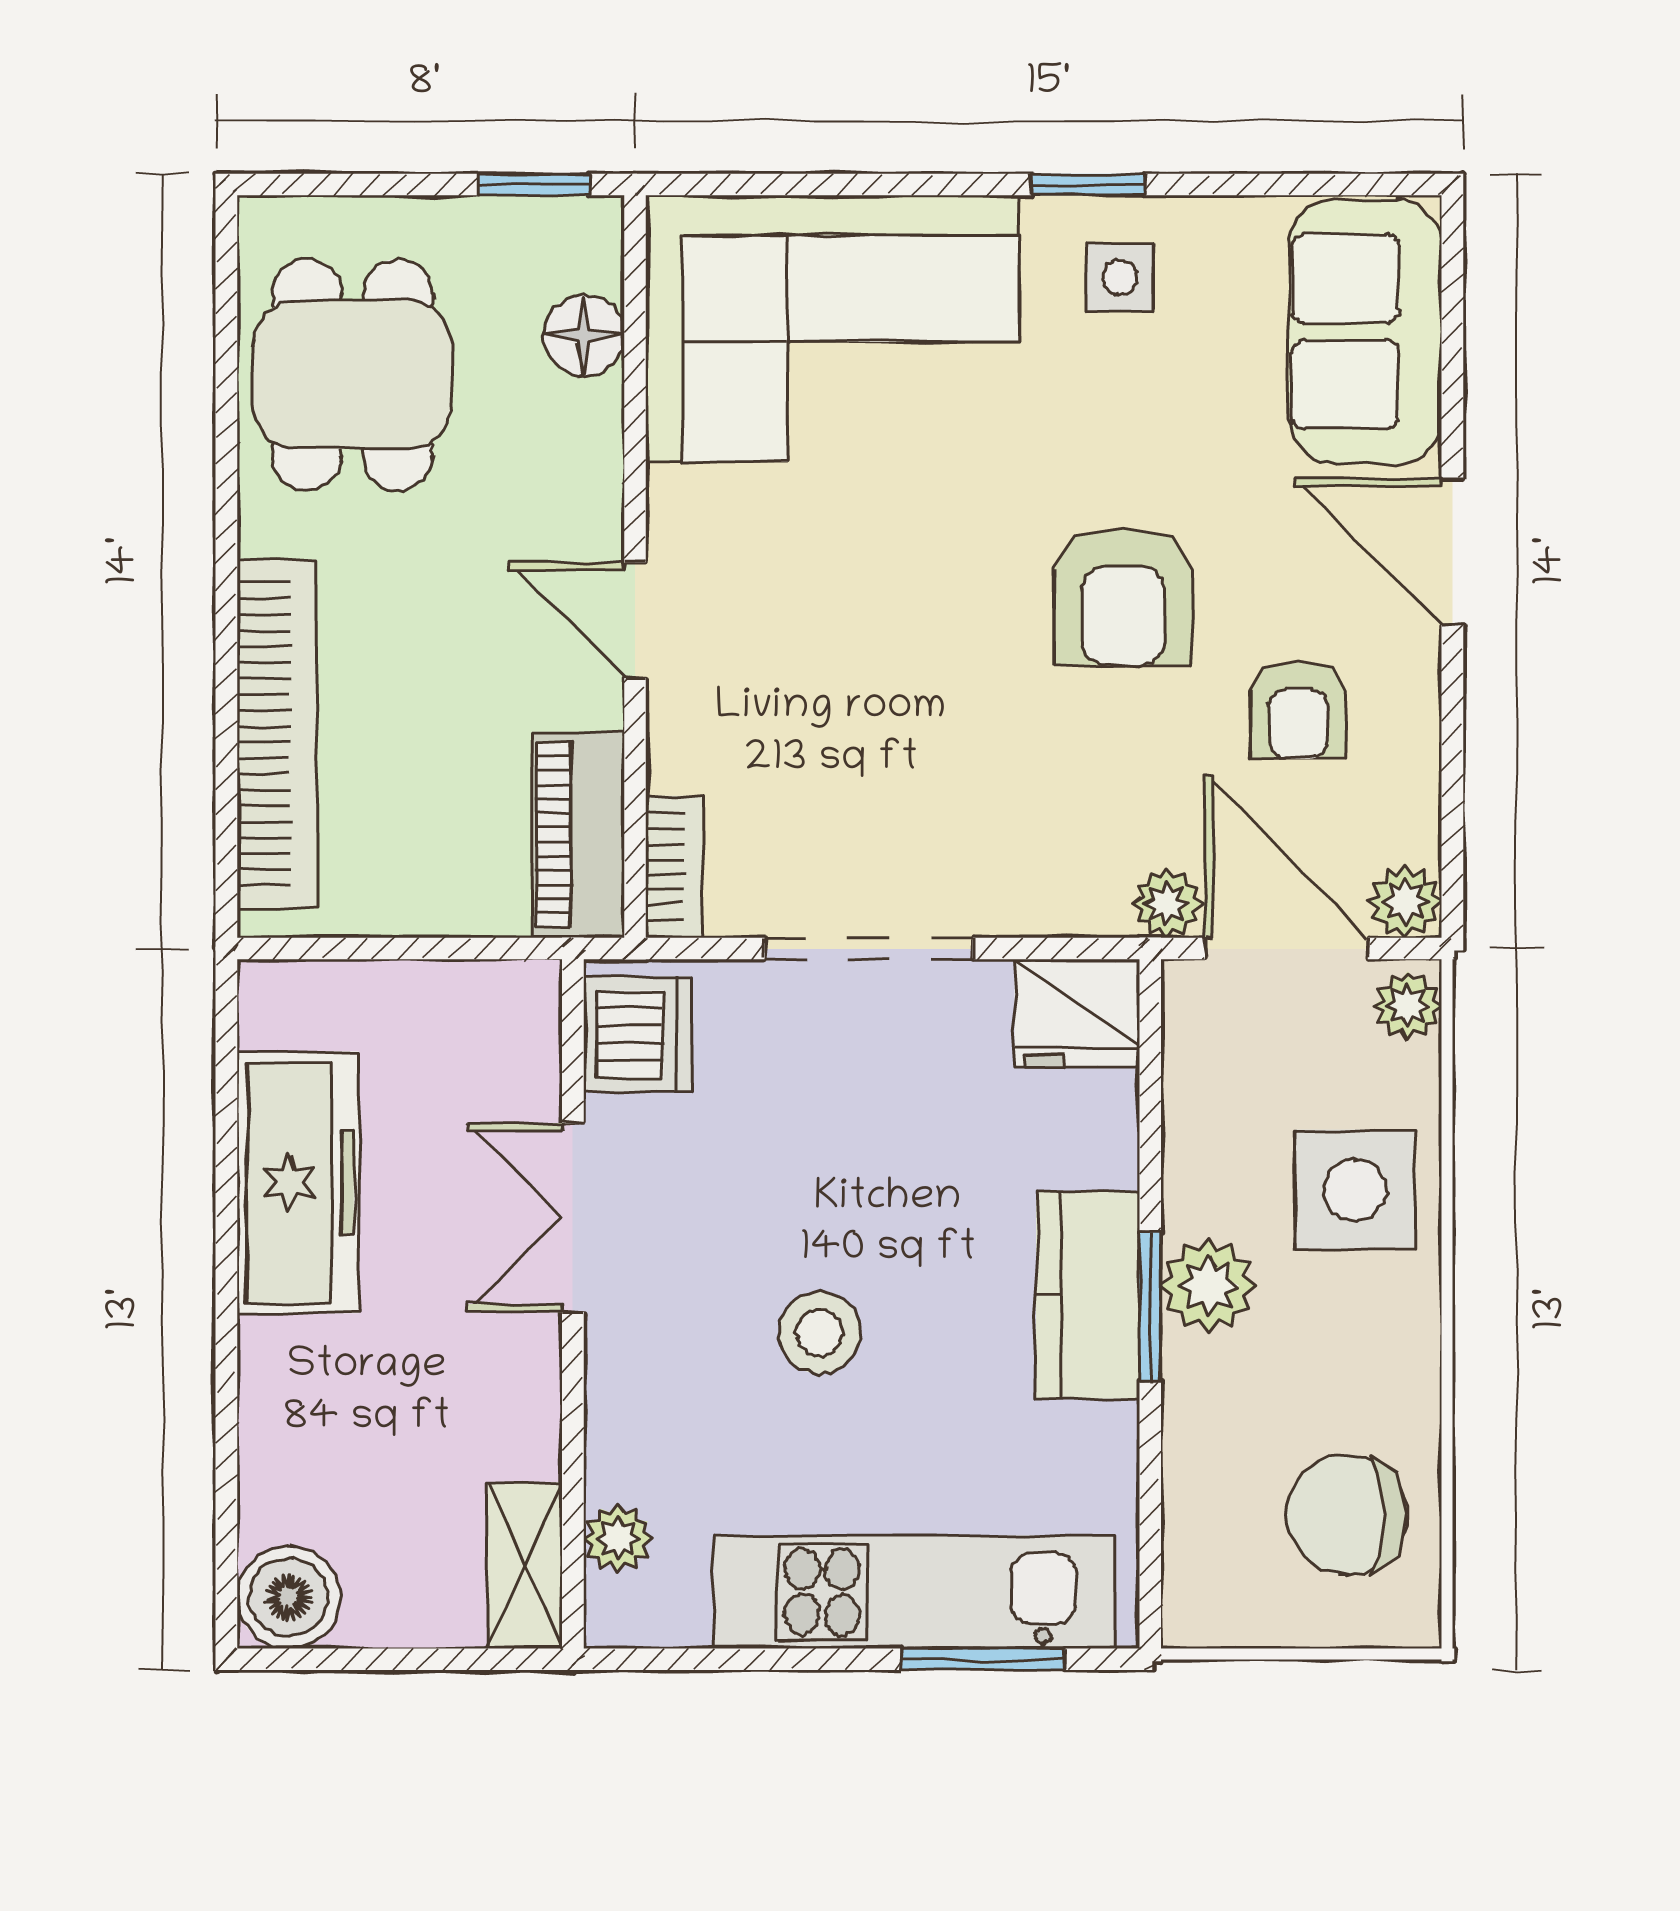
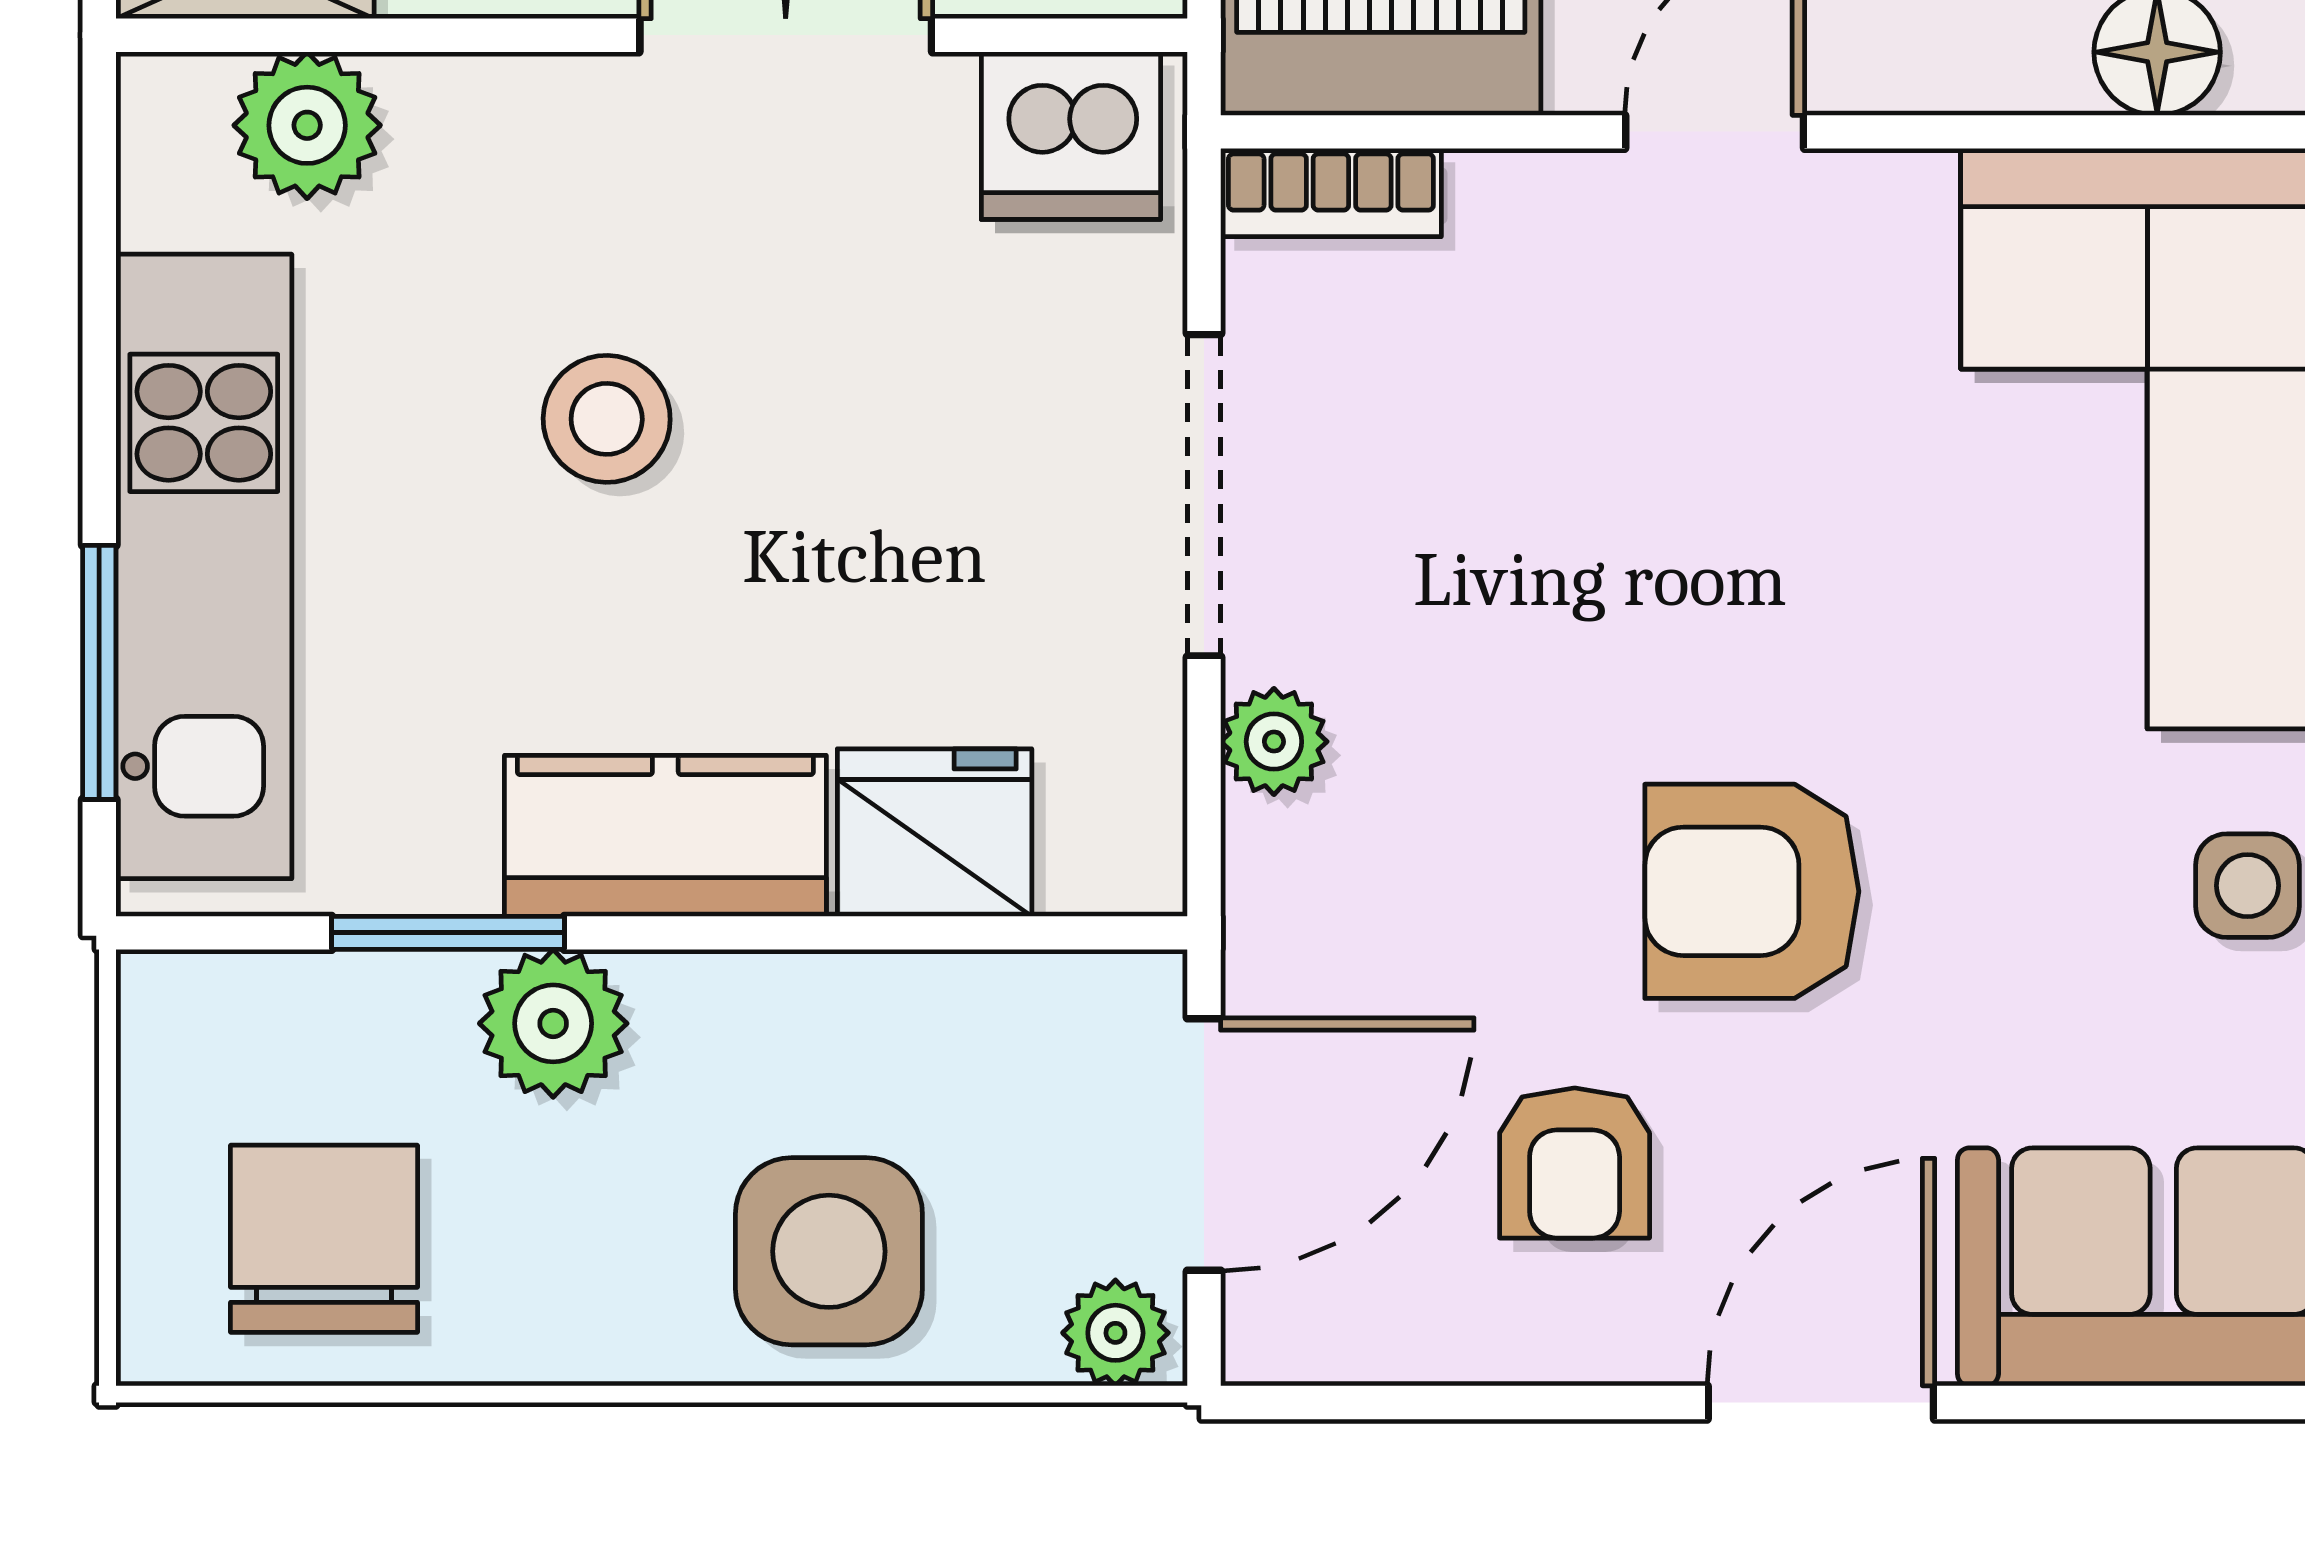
armchair: (1298, 710) -> (1575, 1163), turned -90
plant: (1405, 901) -> (1277, 1329), removed
plant: (1167, 904) -> (1274, 742), moved
fridge: (1077, 1013) -> (935, 833), moved, turned 90
plant: (1209, 1286) -> (553, 1023), moved
window: (1150, 1306) -> (448, 933), moved
plant: (618, 1538) -> (307, 125), width x1.38, depth x1.38

